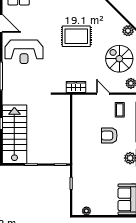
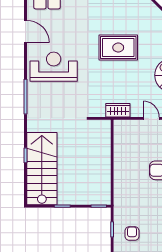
reception desk: (24, 52) -> (54, 67), turned 180
armchair: (87, 187) -> (132, 234), added

